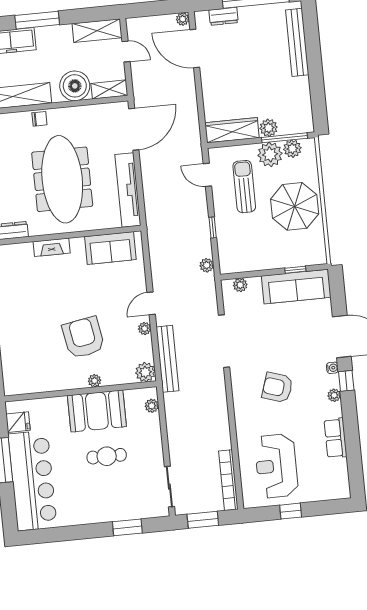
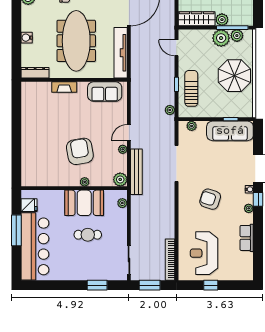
sun lounger: (244, 187) -> (191, 88), moved

